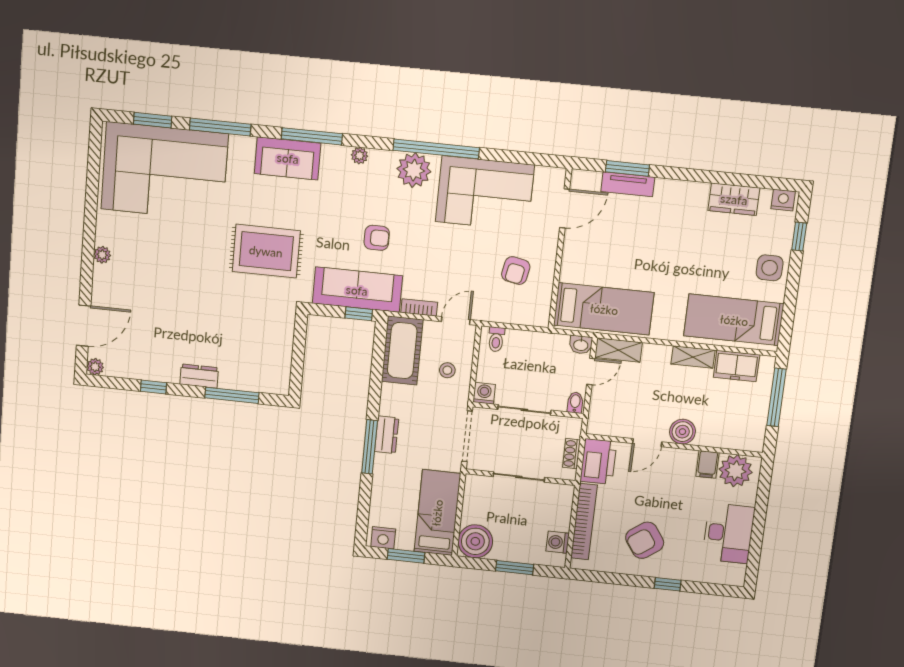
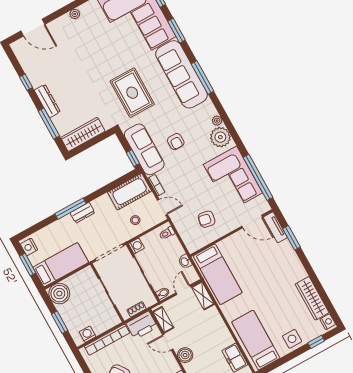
window: (220, 127) -> (177, 31), width x0.69
window: (436, 149) -> (258, 177), moved
plant: (360, 156) -> (217, 121), moved
sofa: (288, 158) -> (181, 74), width x1.85, depth x1.27
tv unit: (628, 184) -> (275, 227), moved
wardrobe: (734, 199) -> (312, 298), width x1.50
washbasin: (581, 345) -> (185, 262), moved
shelving: (693, 357) -> (163, 320), moved
wardrobe: (278, 360) -> (83, 134), added
plant: (95, 367) -> (16, 47), removed
door: (591, 371) -> (183, 290), swing flipped
dresser: (199, 376) -> (47, 101), width x1.44

